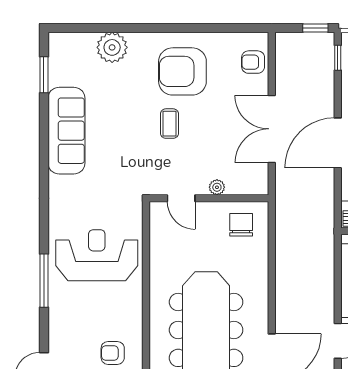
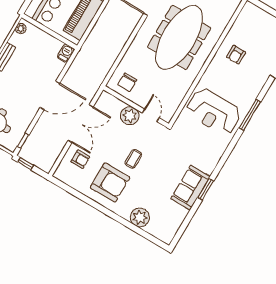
armchair: (253, 62) -> (80, 159), moved
window: (44, 75) -> (206, 189), moved
sofa: (66, 131) -> (190, 188), width x0.73
plant: (217, 187) -> (130, 116), width x1.88, depth x1.88
armchair: (113, 353) -> (236, 55), turned 90

